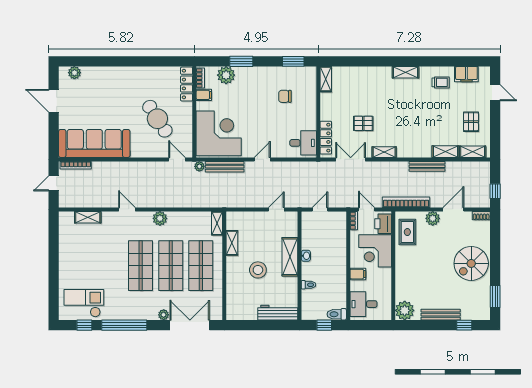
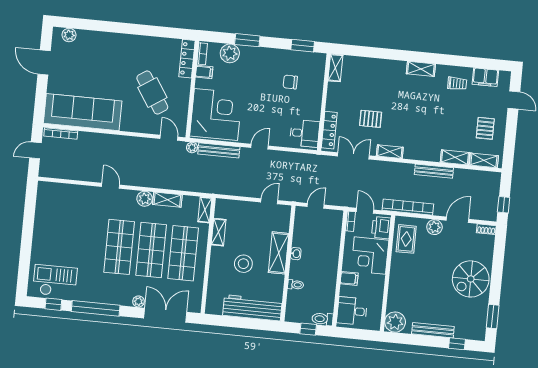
shelving: (88, 217) -> (167, 200), moved
workbench: (278, 313) -> (252, 308), width x1.36, depth x1.32

